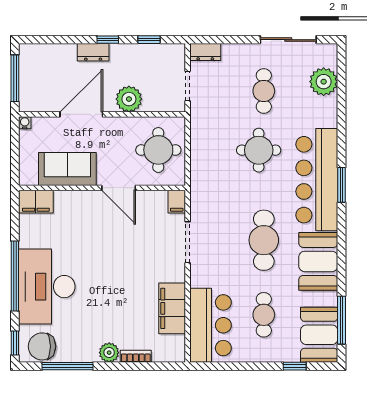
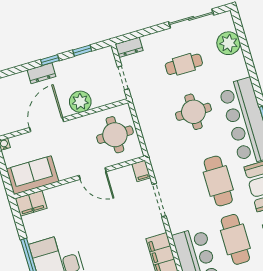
cafe table: (264, 91) -> (184, 64), turned 90
sofa: (67, 169) -> (32, 175), moved
cafe table: (264, 315) -> (235, 239), width x1.37, depth x1.35

